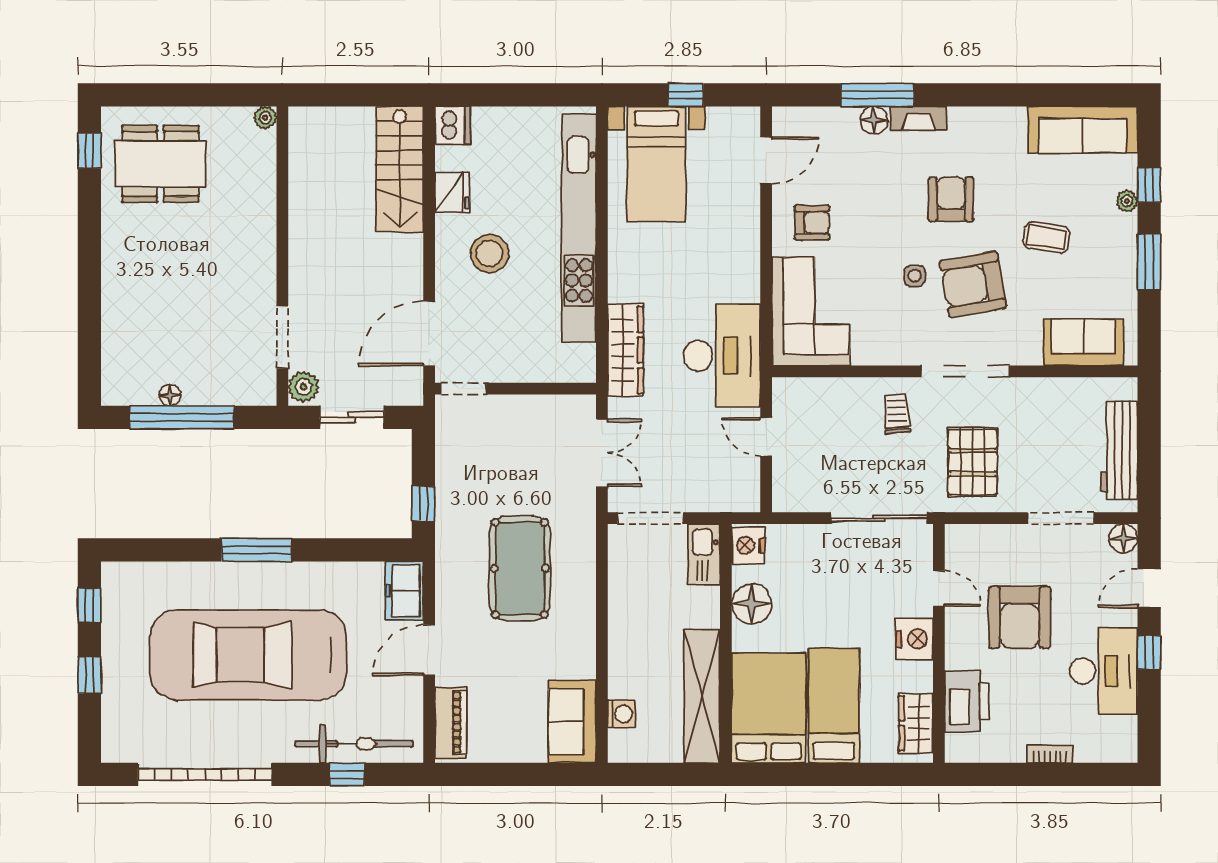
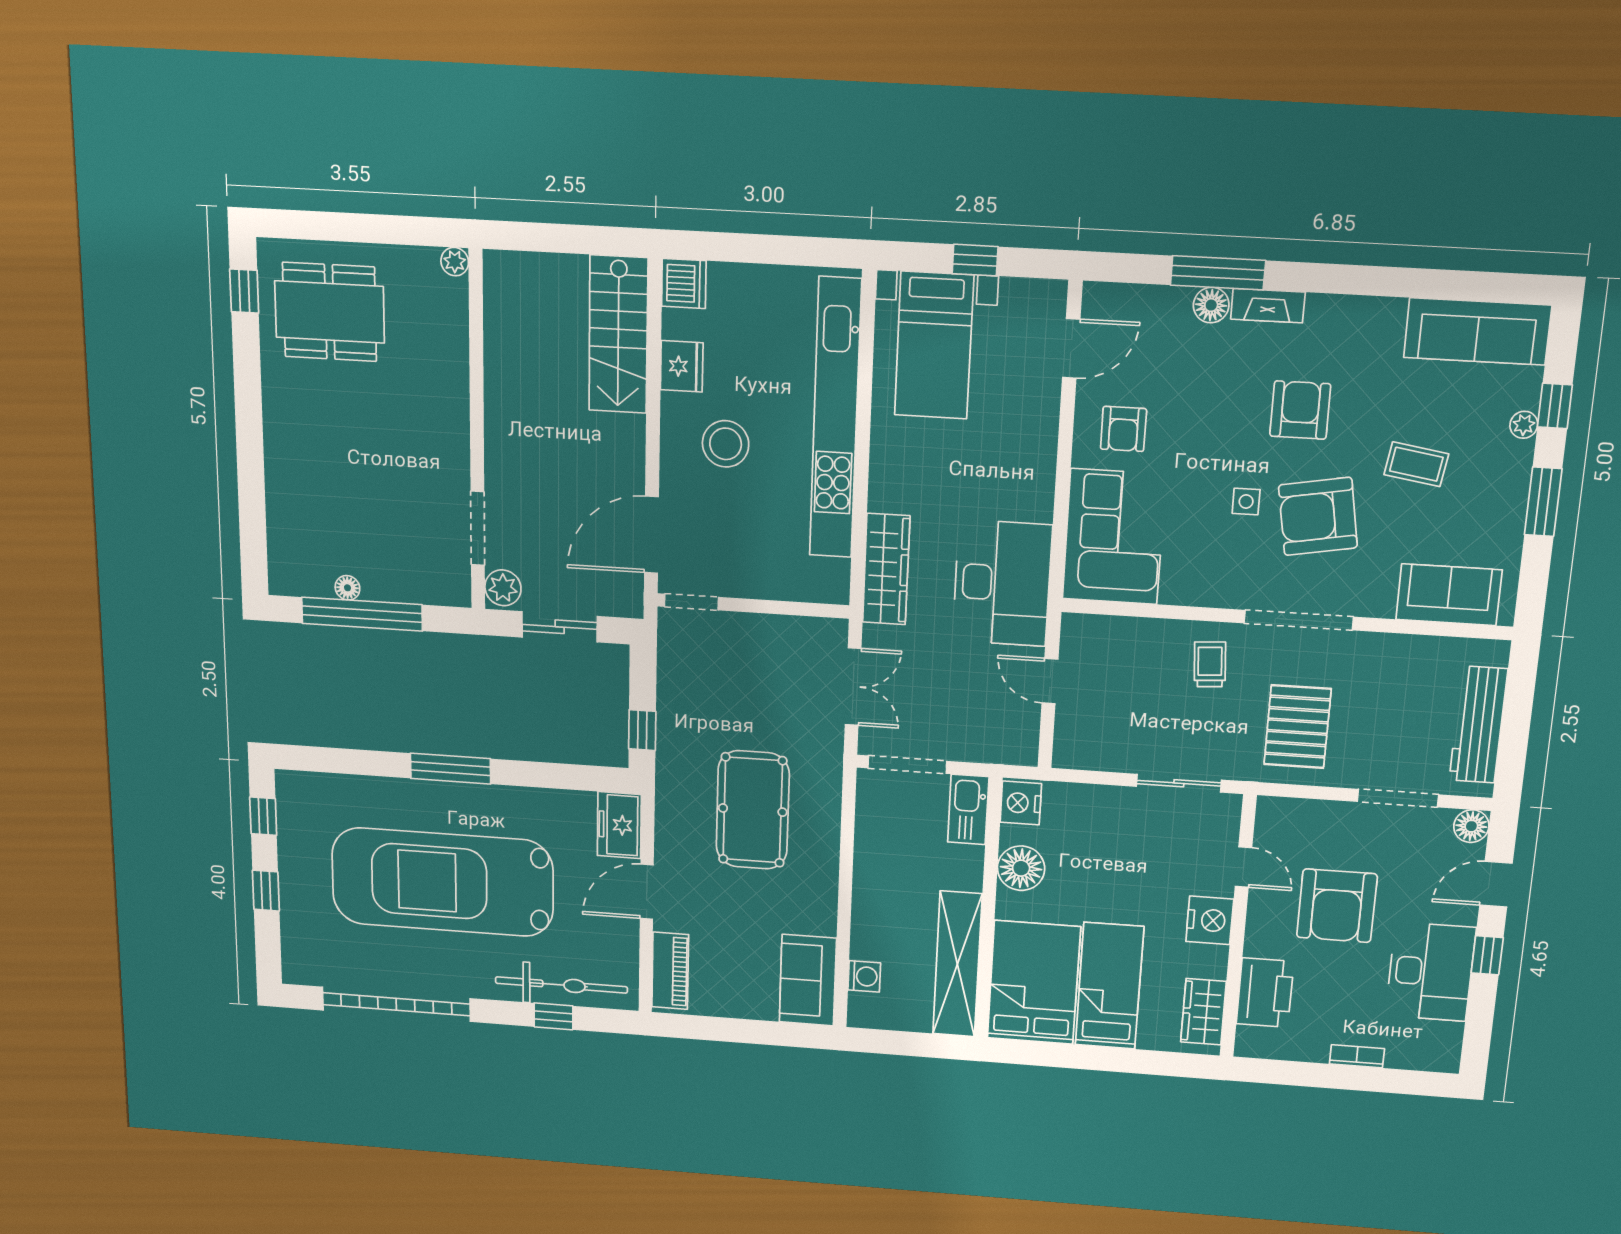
armchair: (812, 223) -> (1123, 429), turned 90
sliding door: (879, 518) -> (1179, 783), width x0.73

